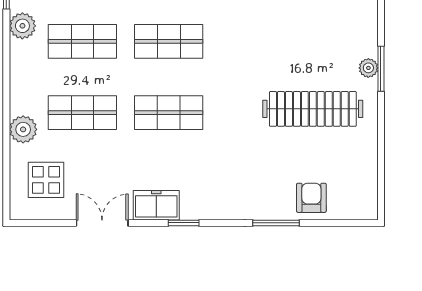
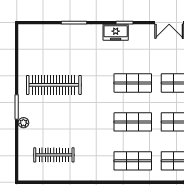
plant: (368, 68) -> (23, 123), moved
armchair: (311, 198) -> (55, 36), removed
freezer: (156, 205) -> (116, 32), moved

